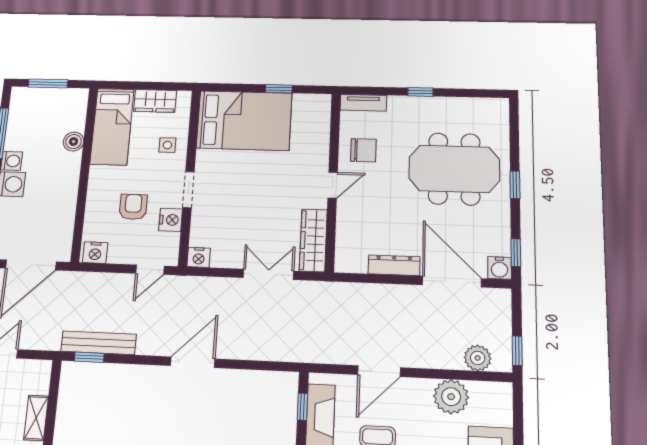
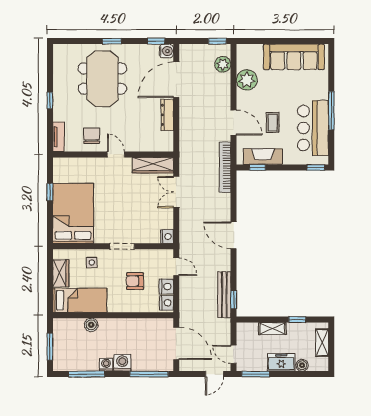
nightstand: (171, 220) -> (166, 286), moved, turned 90
bookcase: (305, 354) -> (225, 167), added

